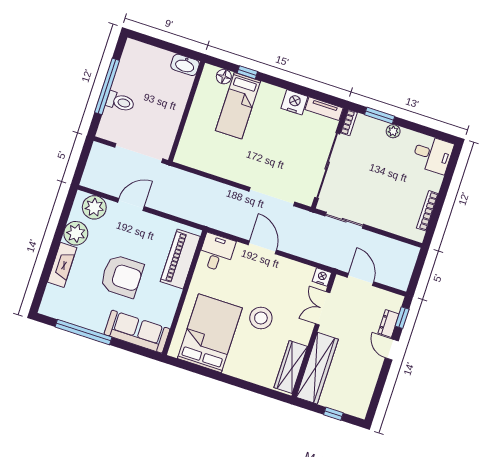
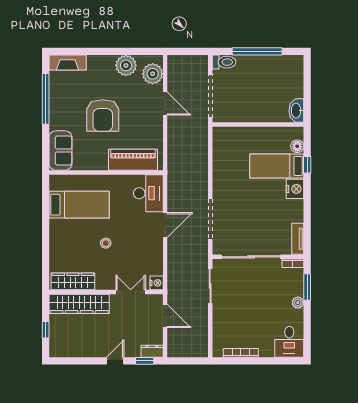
toilet: (120, 102) -> (224, 62), moved, turned -90
nightstand: (294, 102) -> (295, 189), moved
desk: (216, 252) -> (148, 193), width x1.37
fireplace: (62, 265) -> (68, 63), moved
door: (361, 279) -> (165, 316), hinge flipped
stool: (261, 318) -> (106, 243), width x0.53, depth x0.53
dresser: (389, 324) -> (152, 351), moved
sofa: (137, 332) -> (61, 150), width x0.73
bed: (210, 333) -> (79, 205), width x0.67

